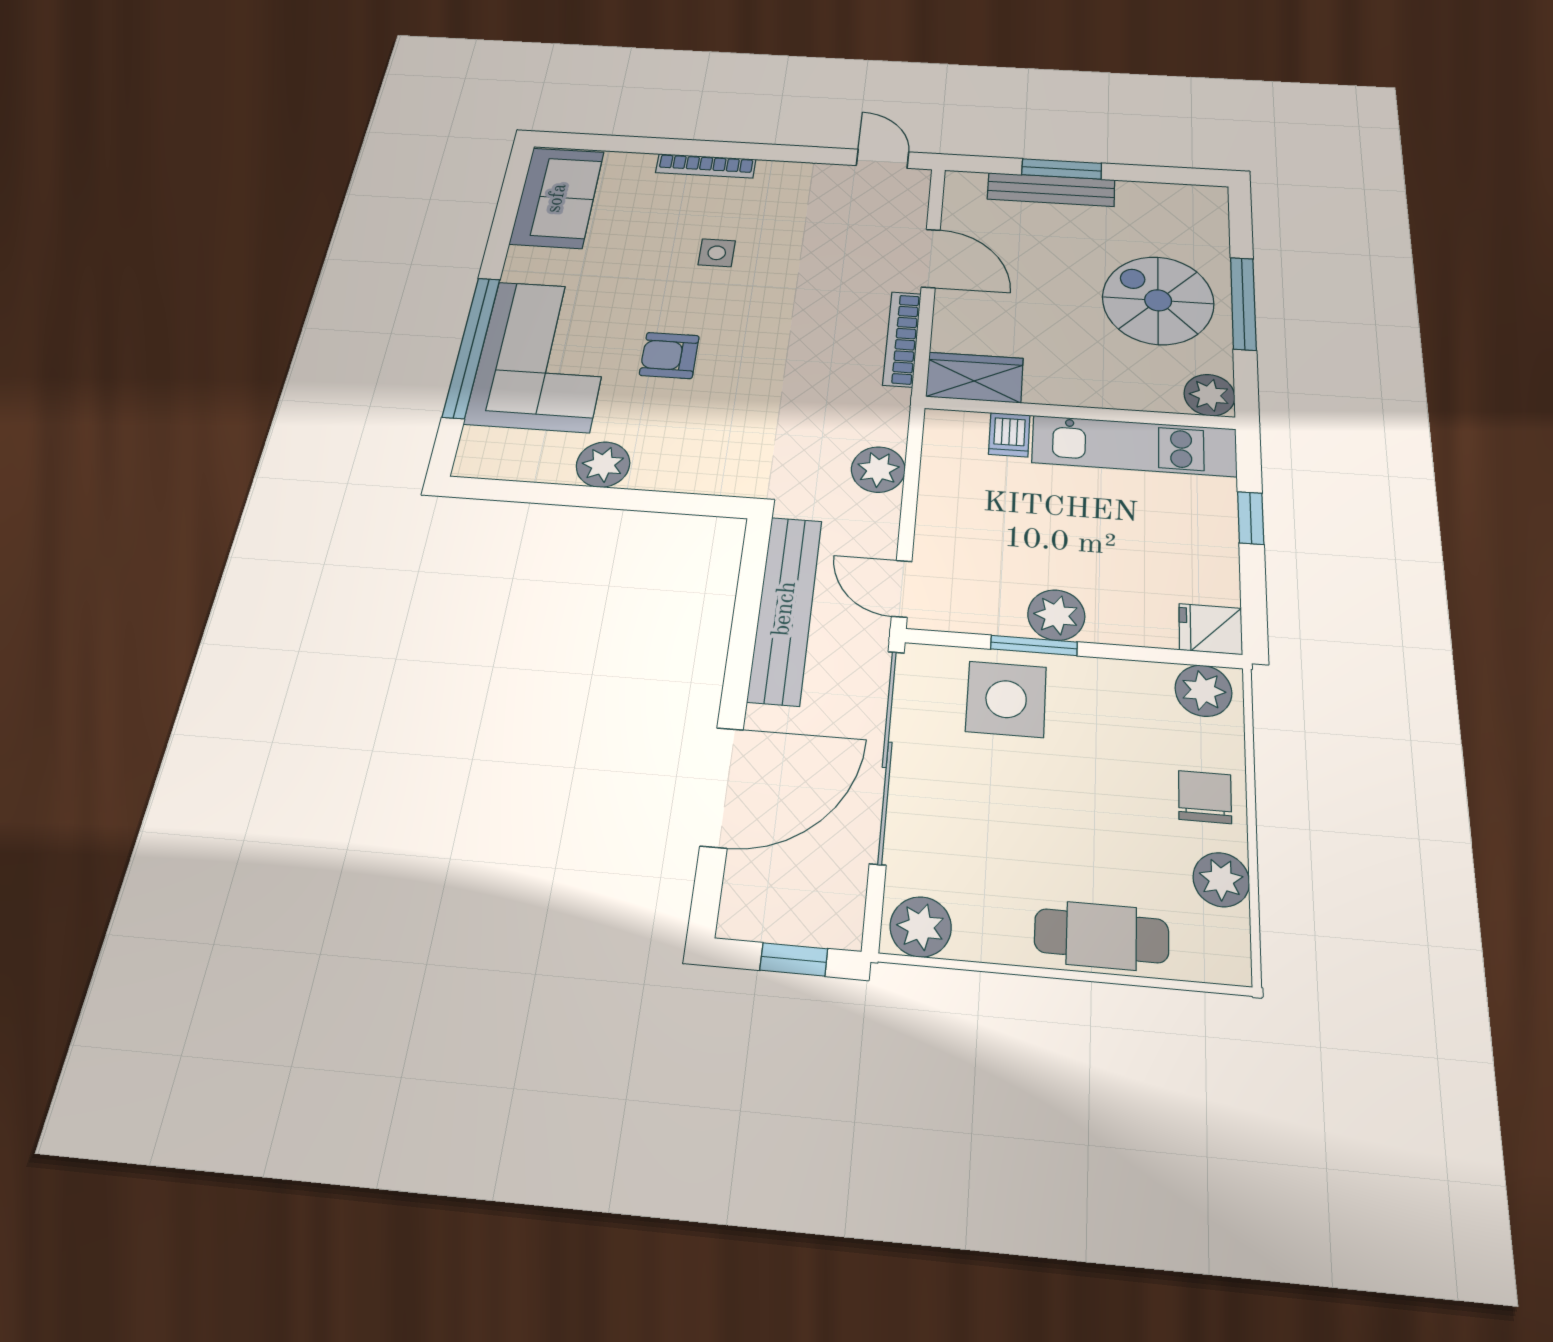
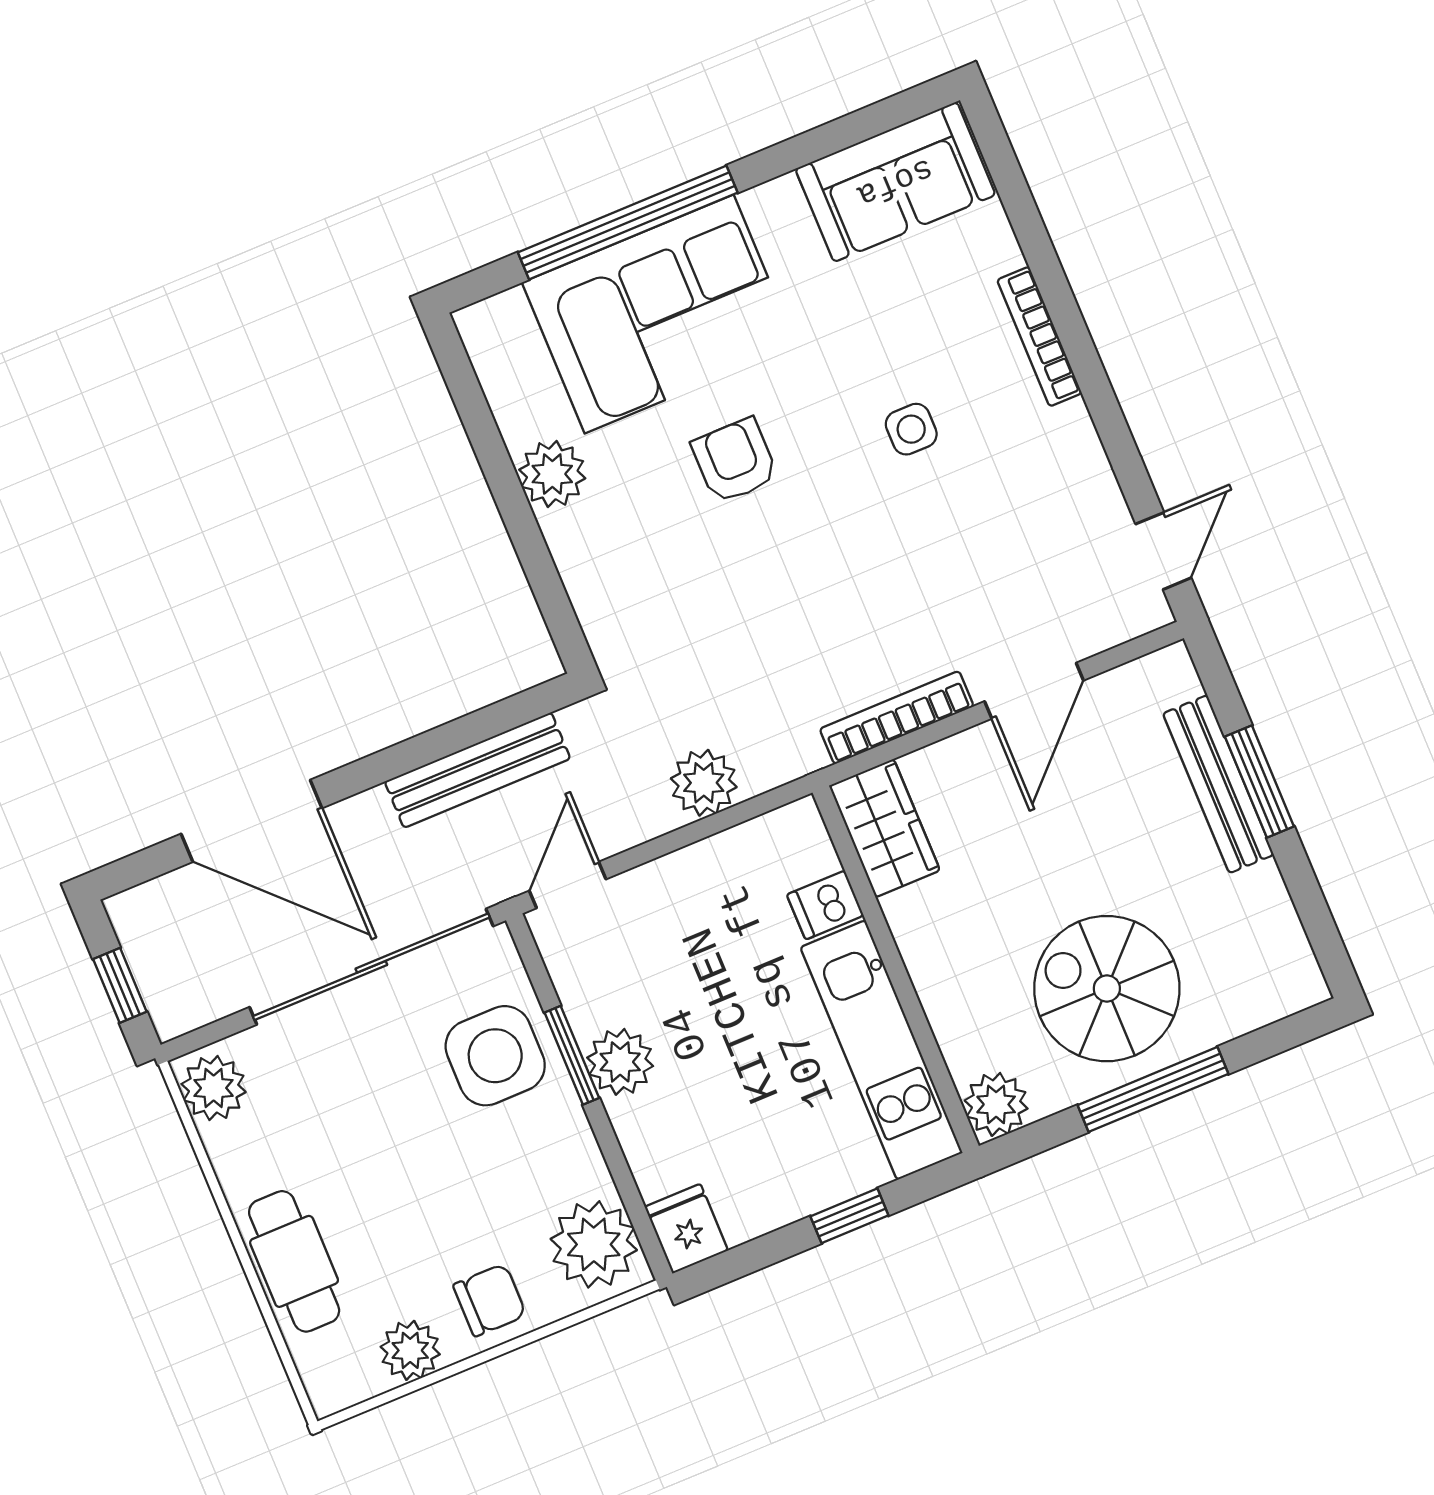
spiral stairs: (1158, 300) -> (1107, 989), turned -90
bench: (785, 609) -> (477, 770), width x0.73, depth x0.82
plant: (1203, 691) -> (594, 1244), width x1.36, depth x1.36

